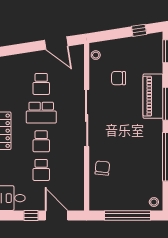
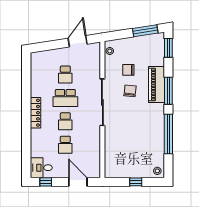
window: (139, 30) -> (145, 31), width x2.17
door: (56, 43) -> (78, 41), swing flipped
chair: (102, 168) -> (130, 91), moved
window: (31, 215) -> (46, 182), moved
window: (127, 215) -> (136, 182), width x0.32

